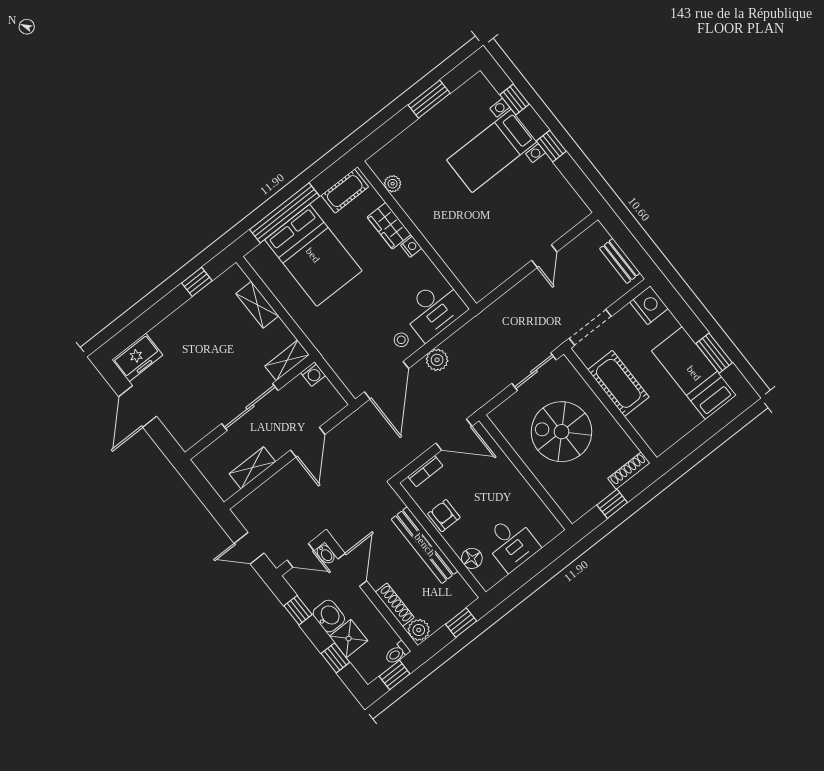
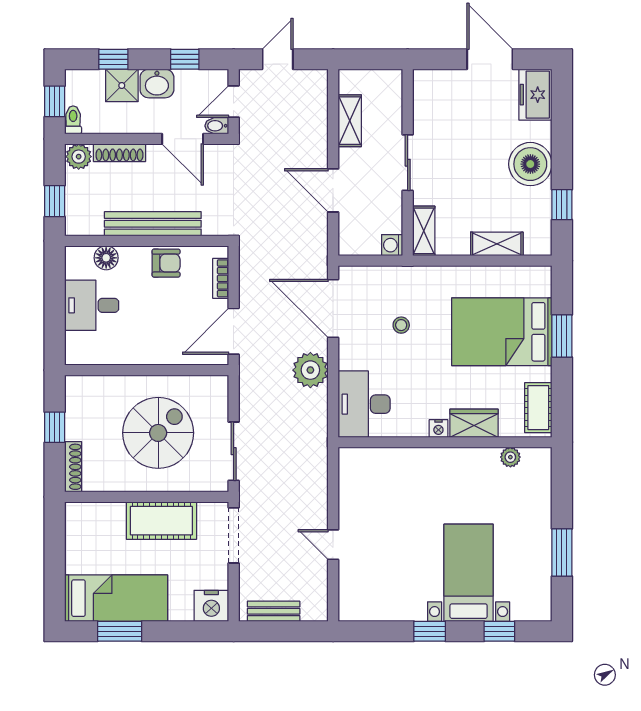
window: (285, 213) -> (562, 336), width x0.47
boiler: (186, 324) -> (530, 164), added
stool: (401, 340) -> (401, 325), moved
plant: (437, 360) -> (310, 370), width x1.36, depth x1.36
sliding door: (250, 407) -> (408, 163), width x0.73

